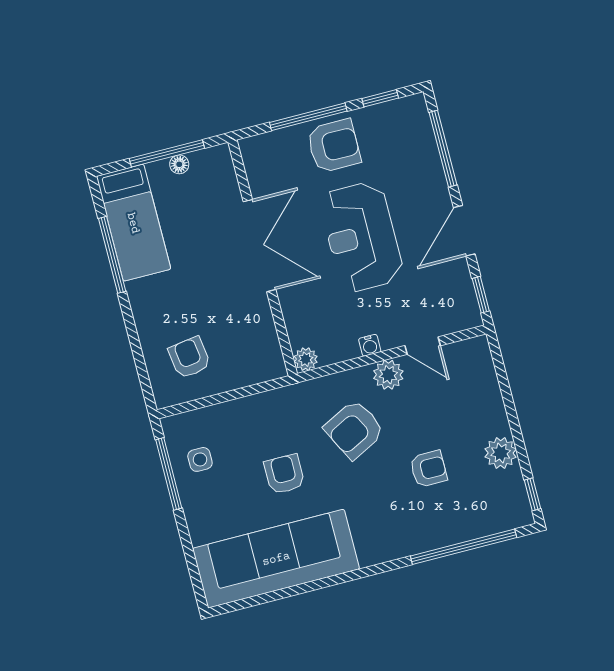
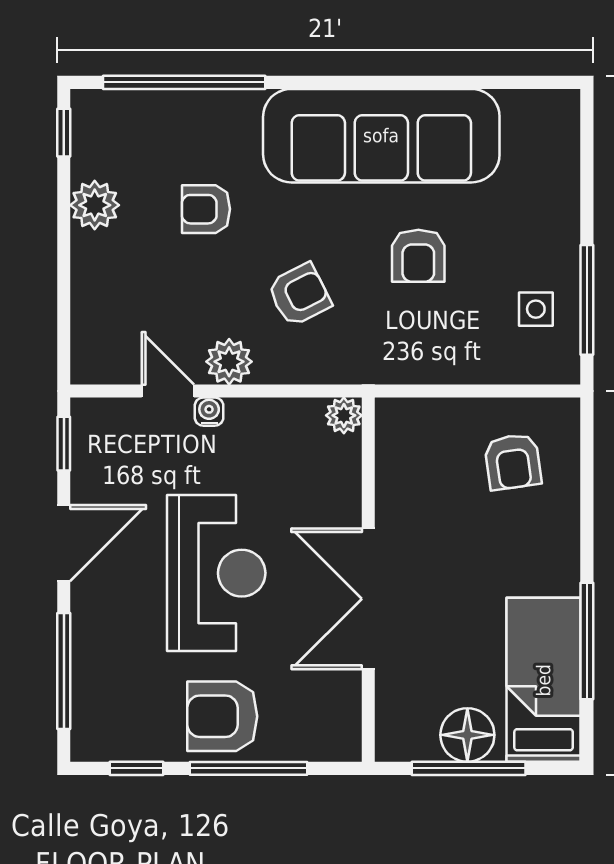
floor lamp: (179, 164) -> (467, 735), width x1.89, depth x1.89
water cooler: (370, 345) -> (209, 412), moved
armchair: (354, 429) -> (299, 295), width x0.72, depth x0.72
sofa: (276, 559) -> (381, 136), moved

